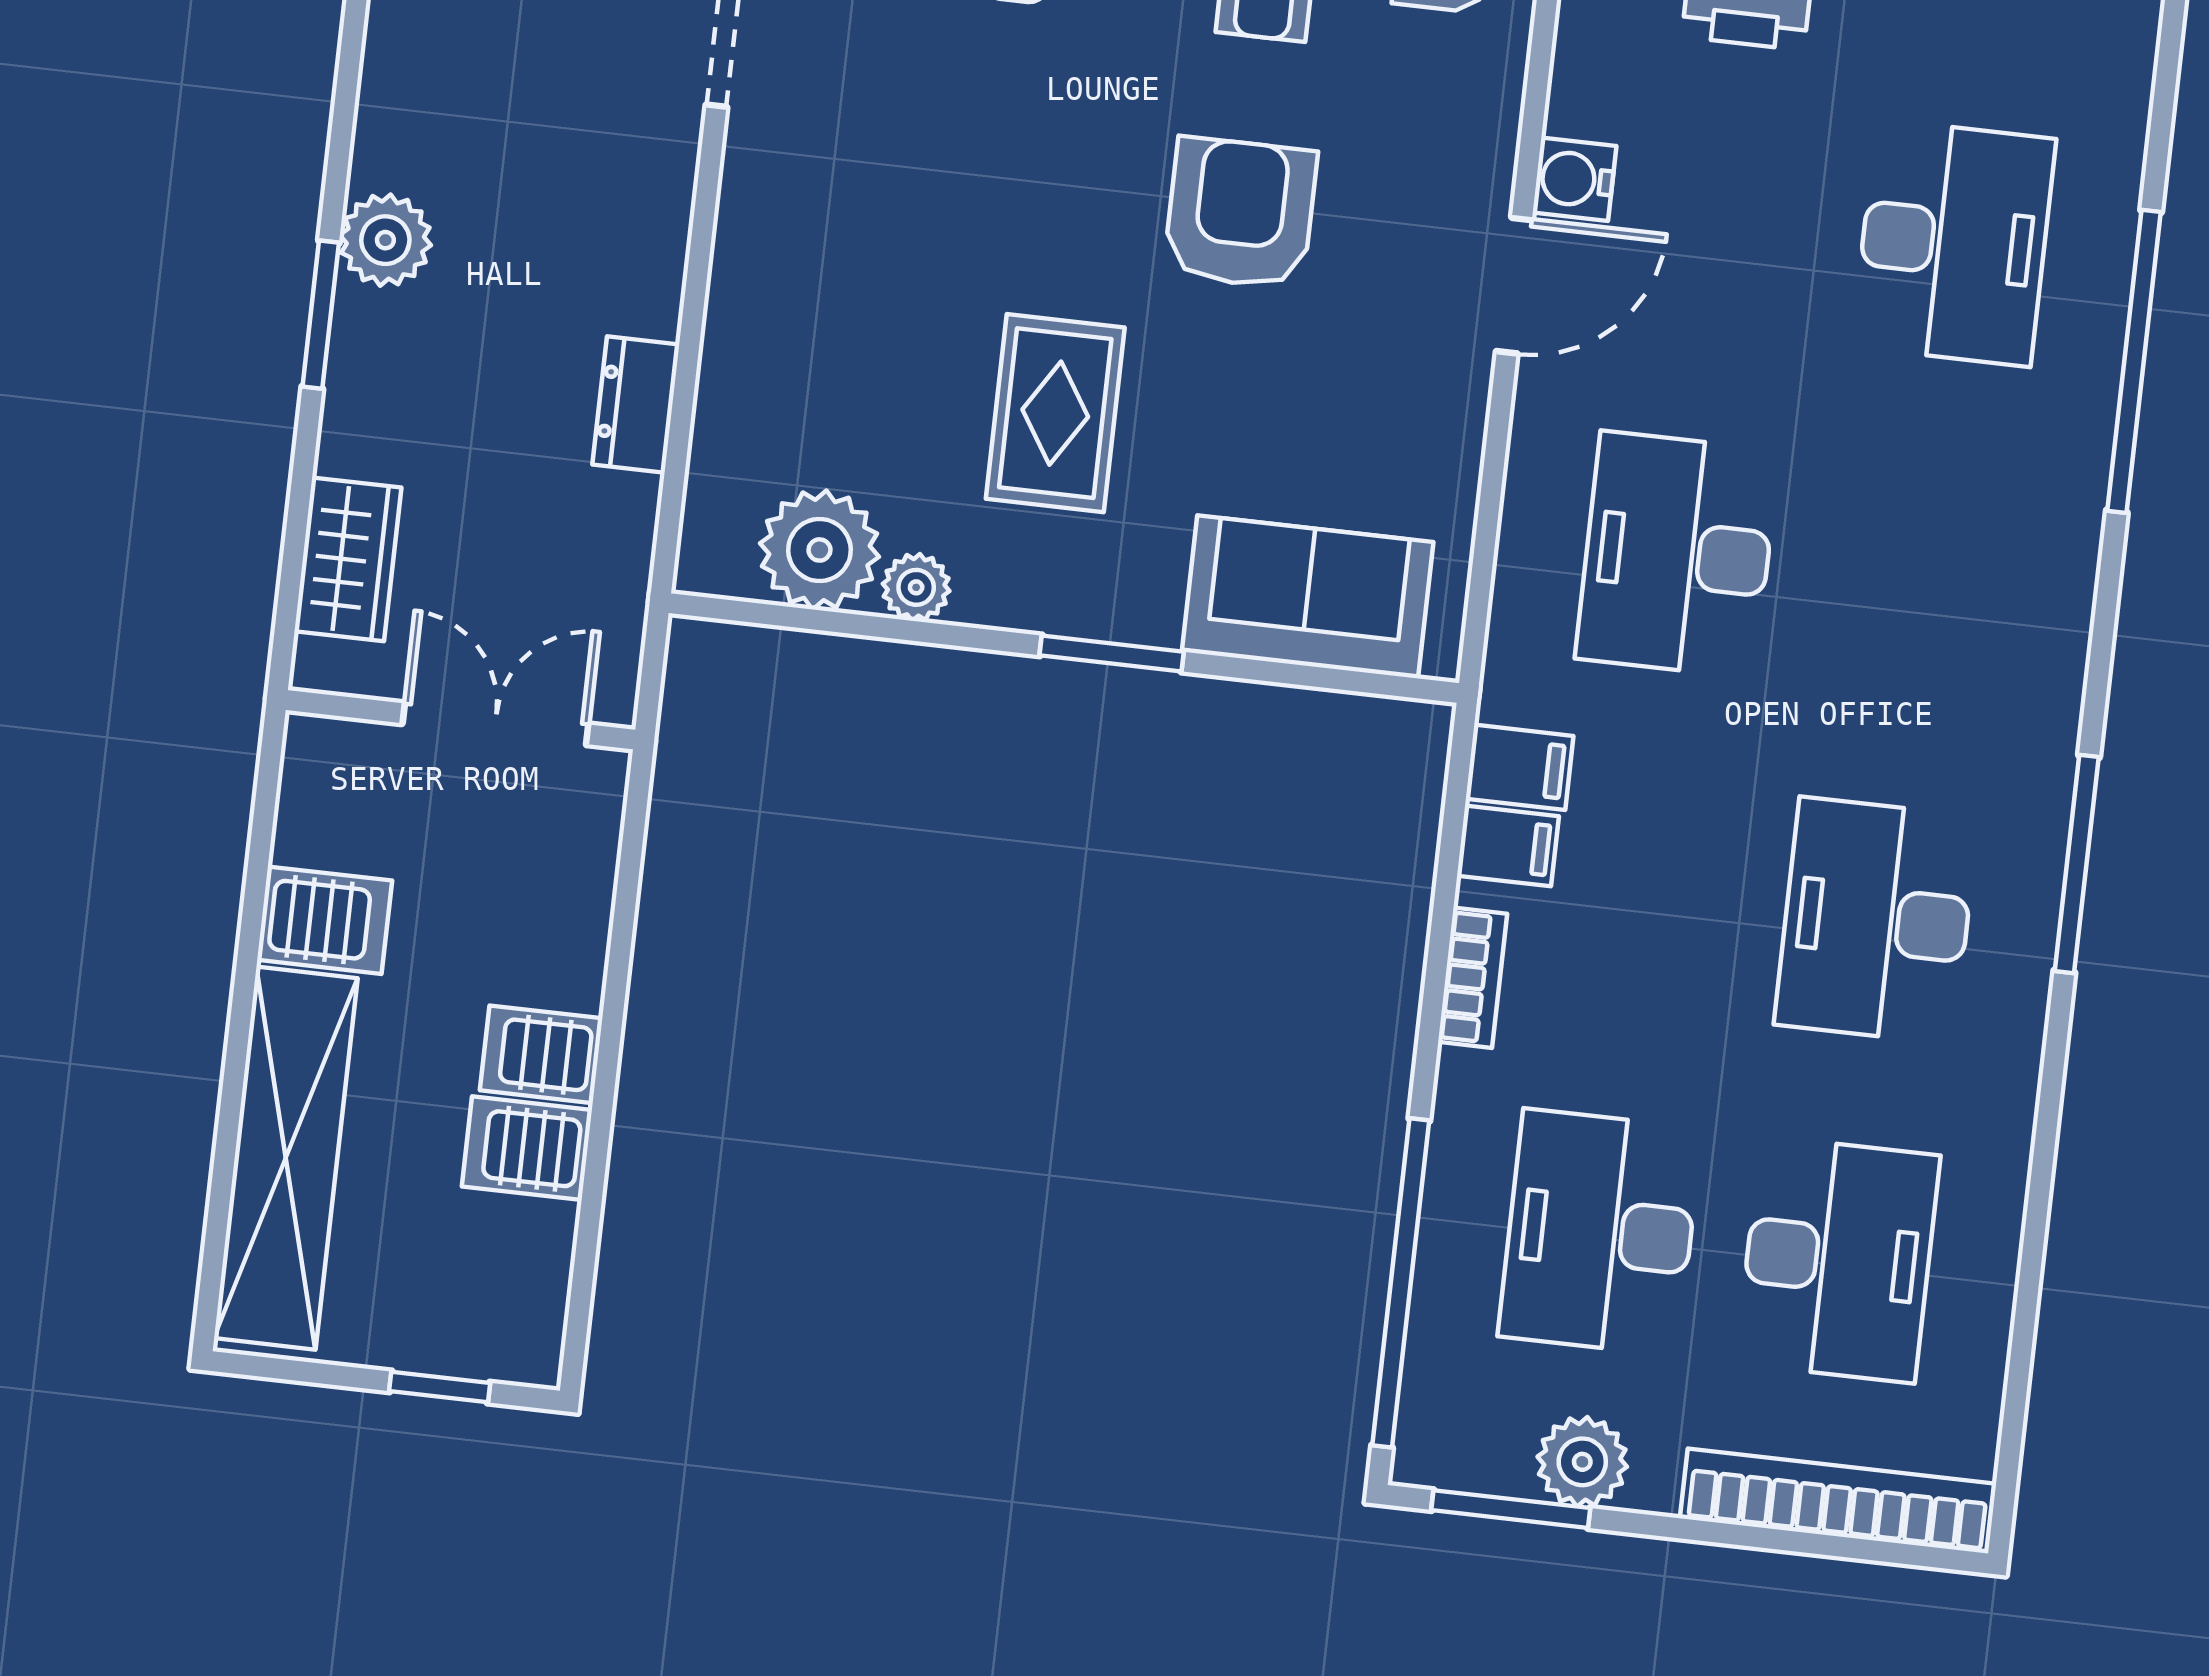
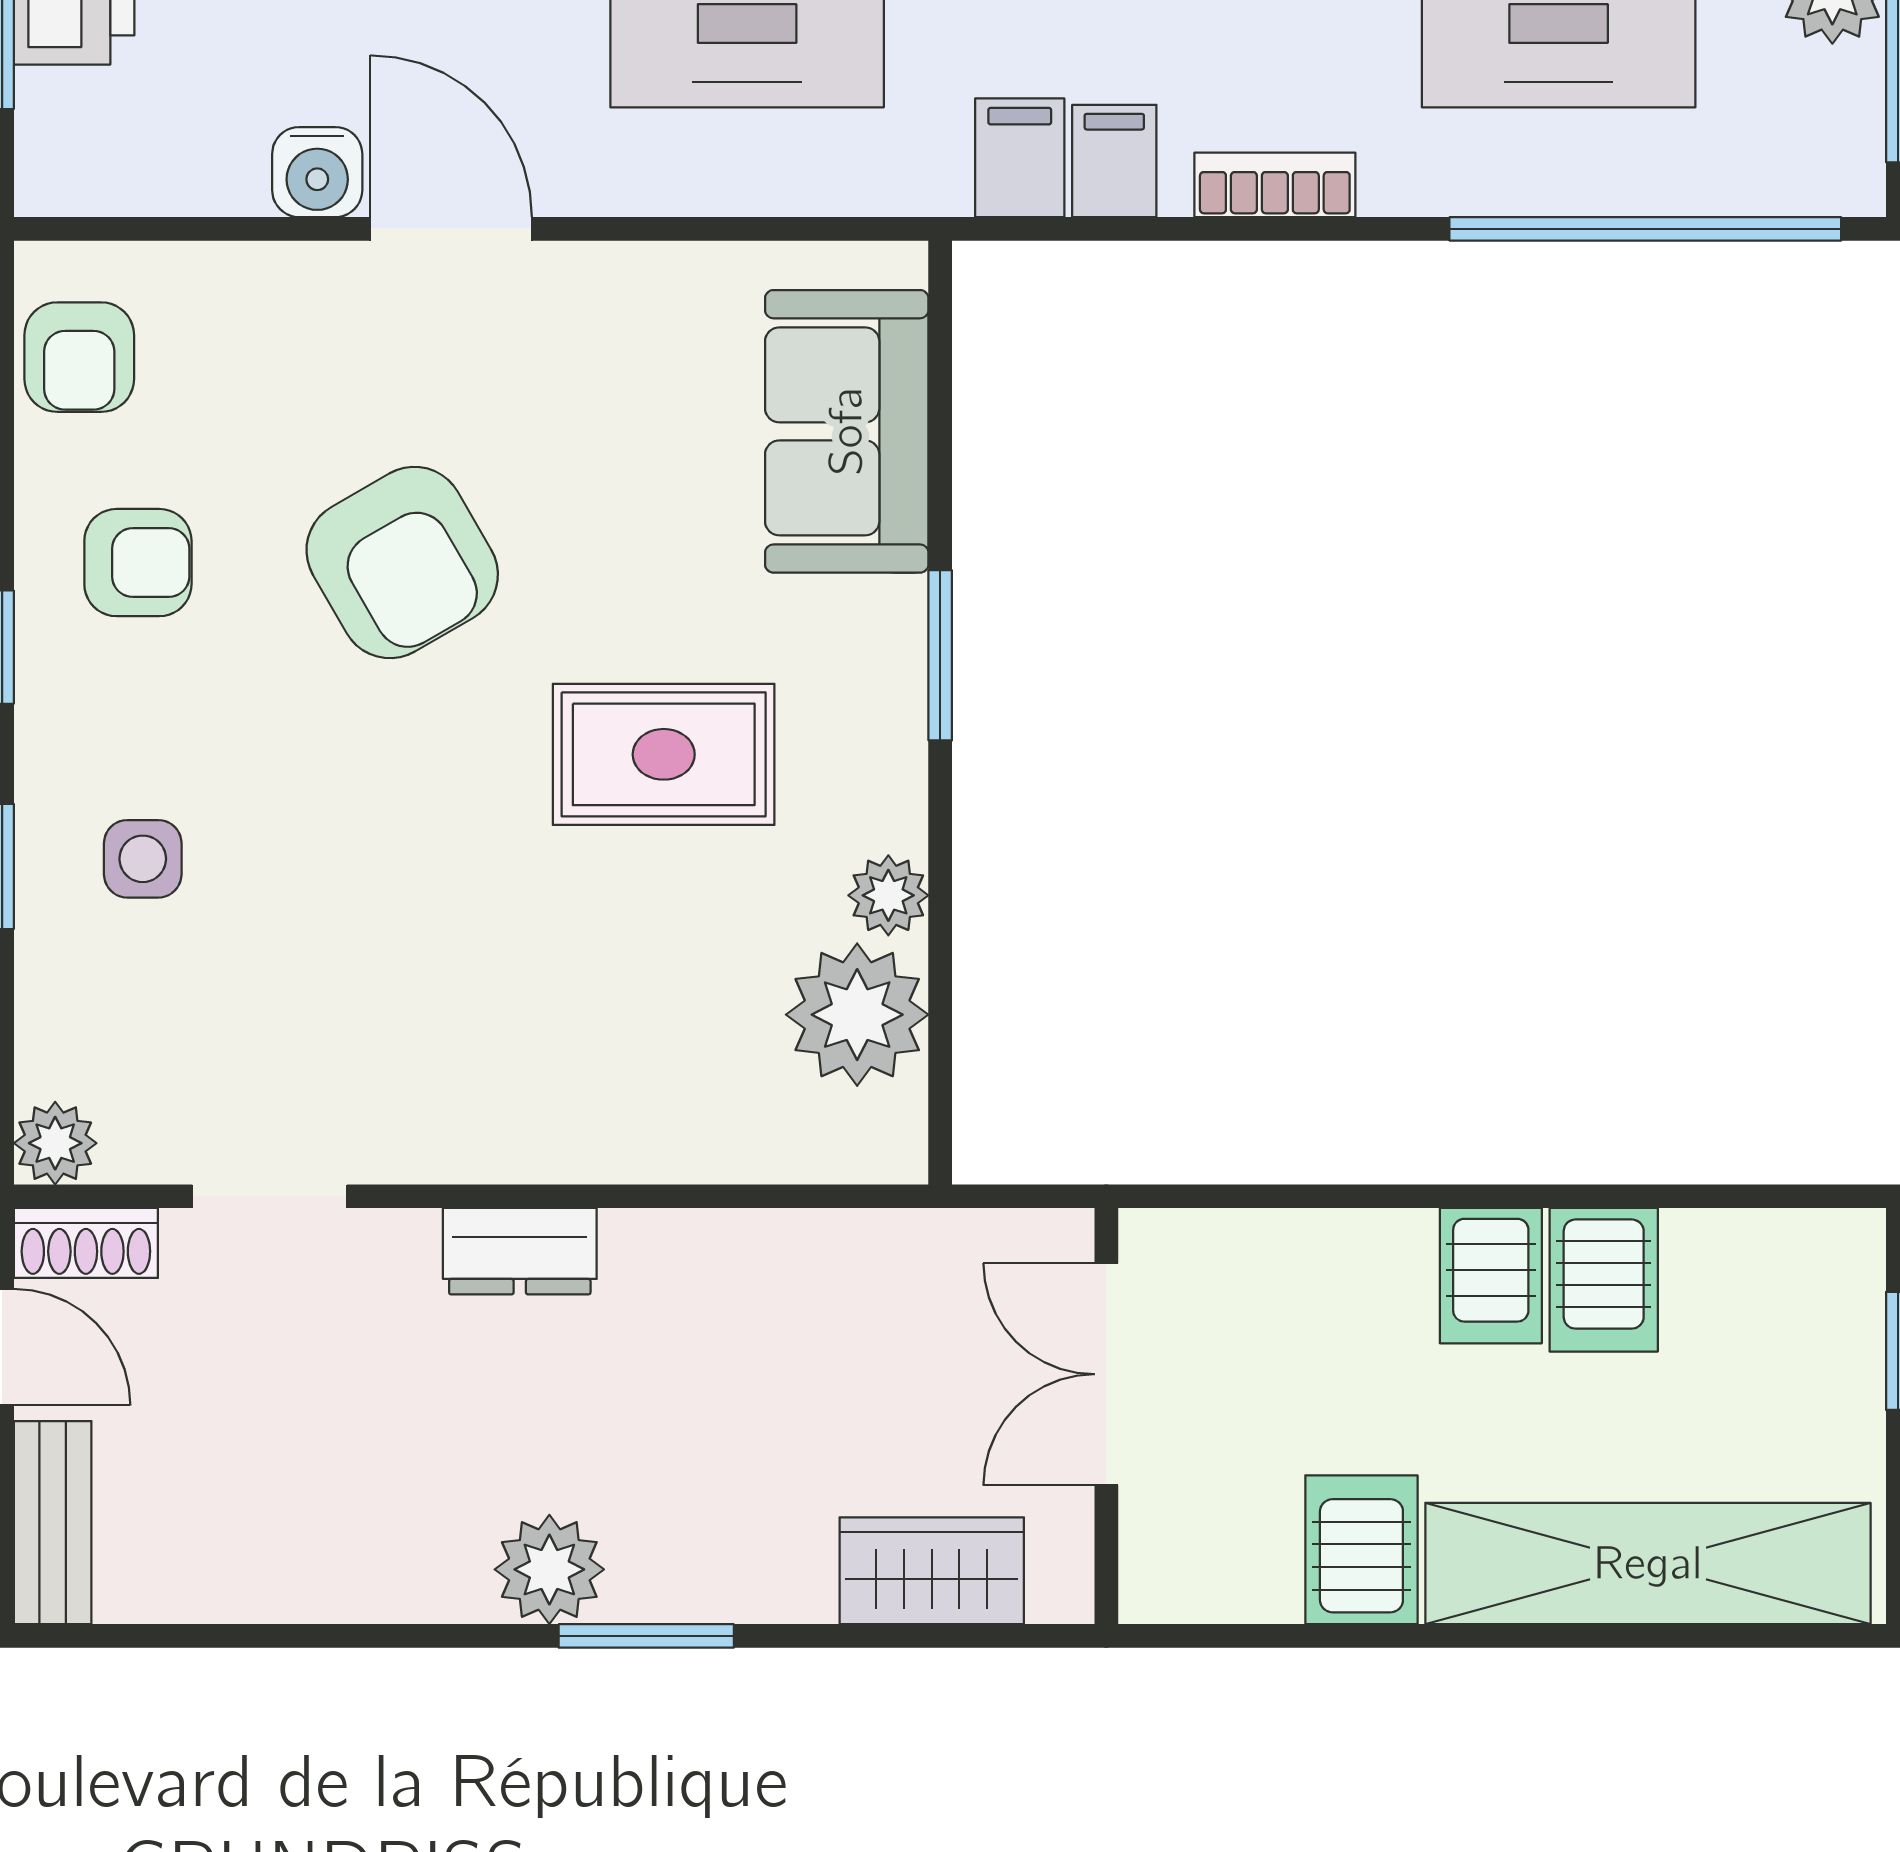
armchair: (1240, 213) -> (402, 562), turned -120
dresser: (636, 405) -> (520, 1251), moved

